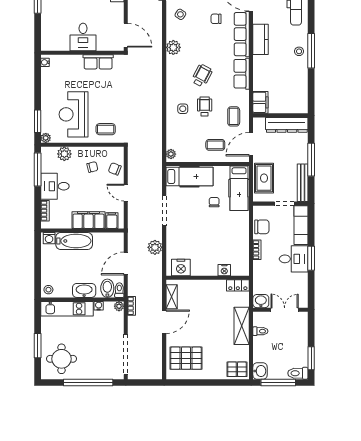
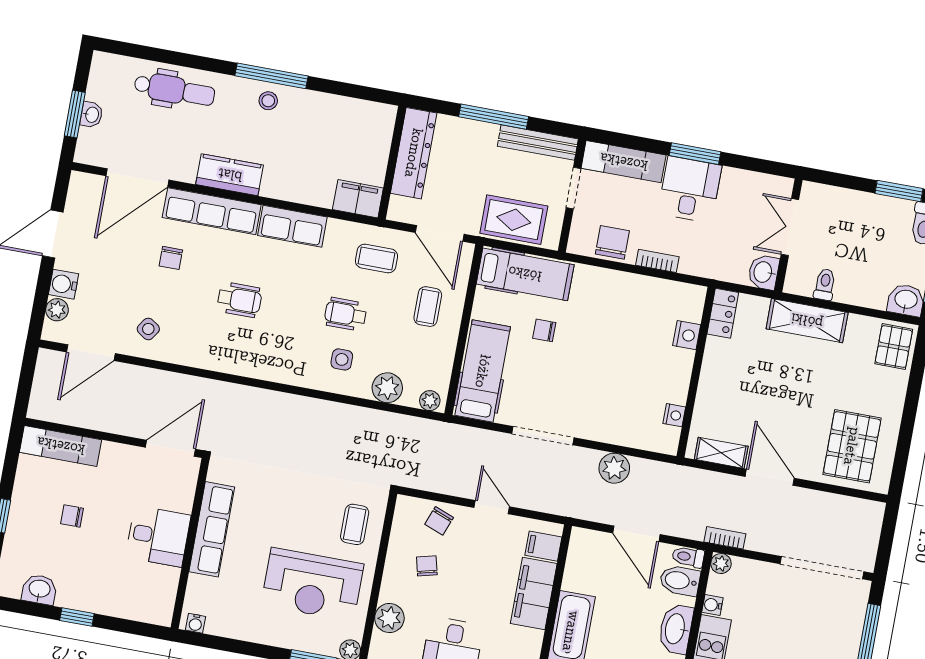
plant: (173, 47) -> (387, 388), moved
row of seats: (98, 62) -> (212, 529), width x1.48
wheelchair: (202, 76) -> (239, 300), moved, turned 152
door: (126, 193) -> (492, 507), swing flipped
nightstand: (181, 267) -> (674, 415), width x0.53, depth x0.56

